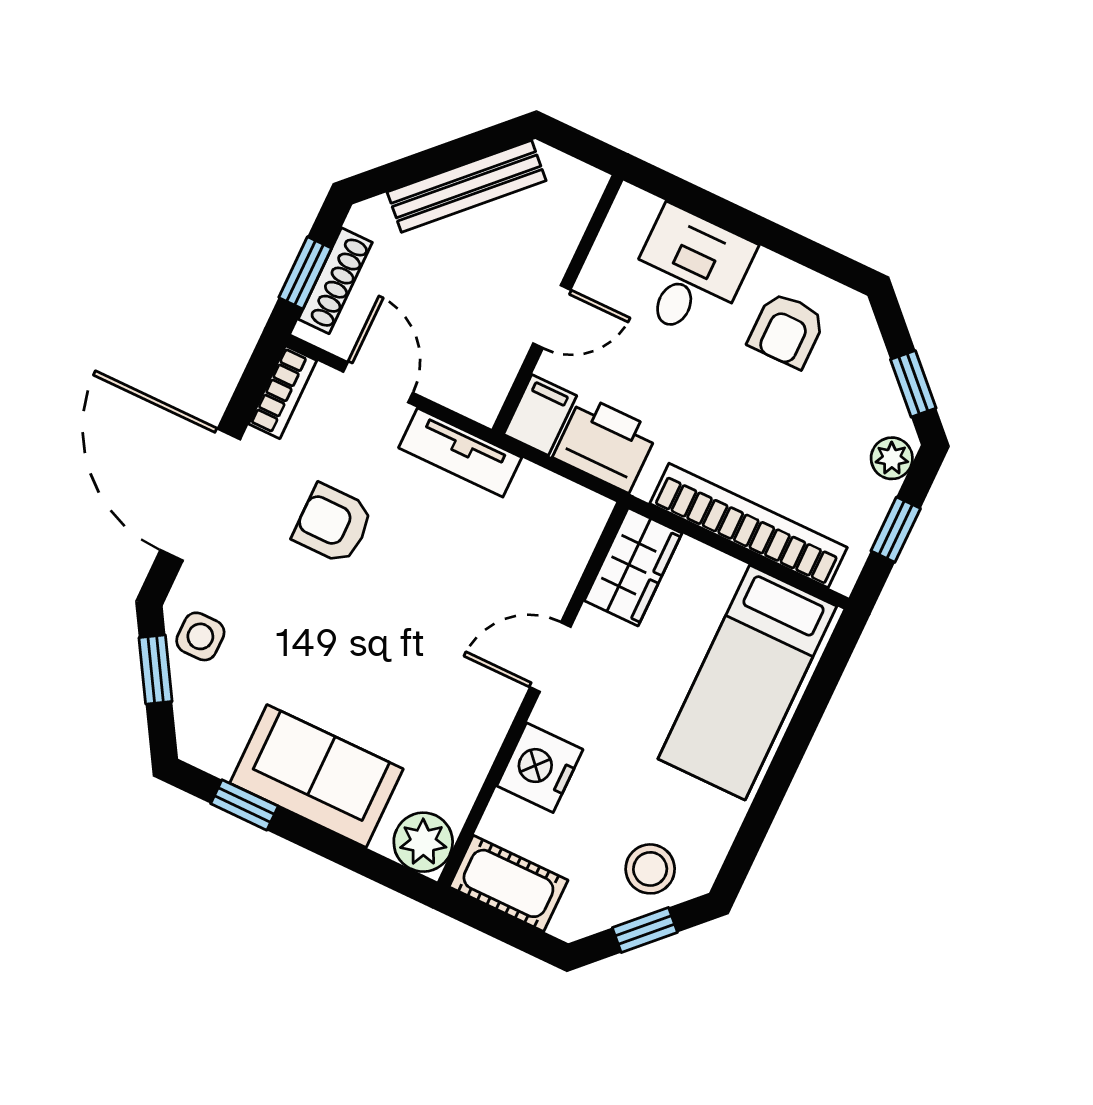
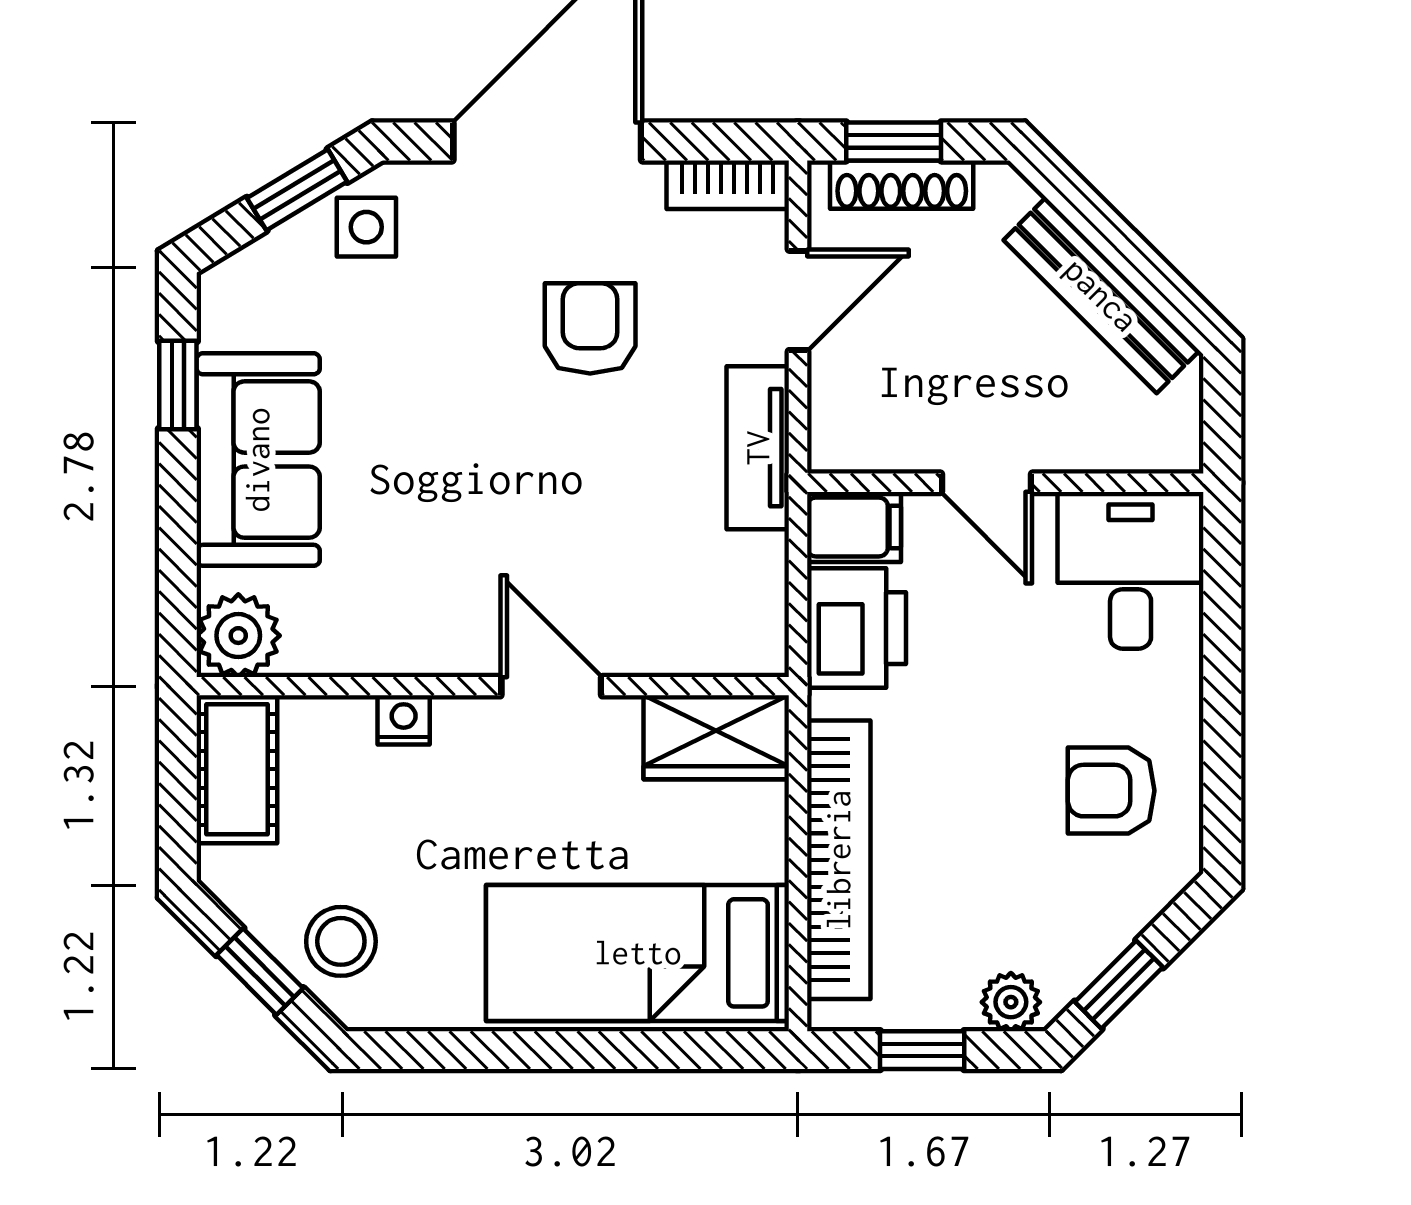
desk: (689, 273) -> (1131, 570), moved, turned -90
nightstand: (540, 768) -> (404, 720), width x0.53, depth x0.56

